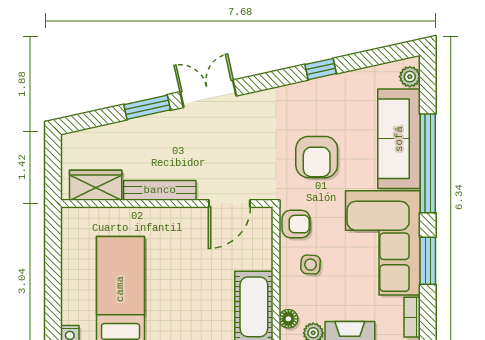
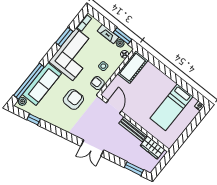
window: (321, 69) -> (34, 119), moved
window: (147, 107) -> (134, 169), moved
window: (428, 163) -> (29, 81), moved
door: (229, 204) -> (114, 107), hinge flipped

